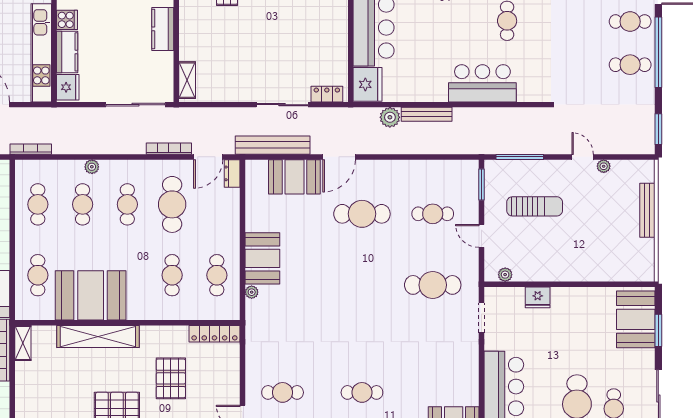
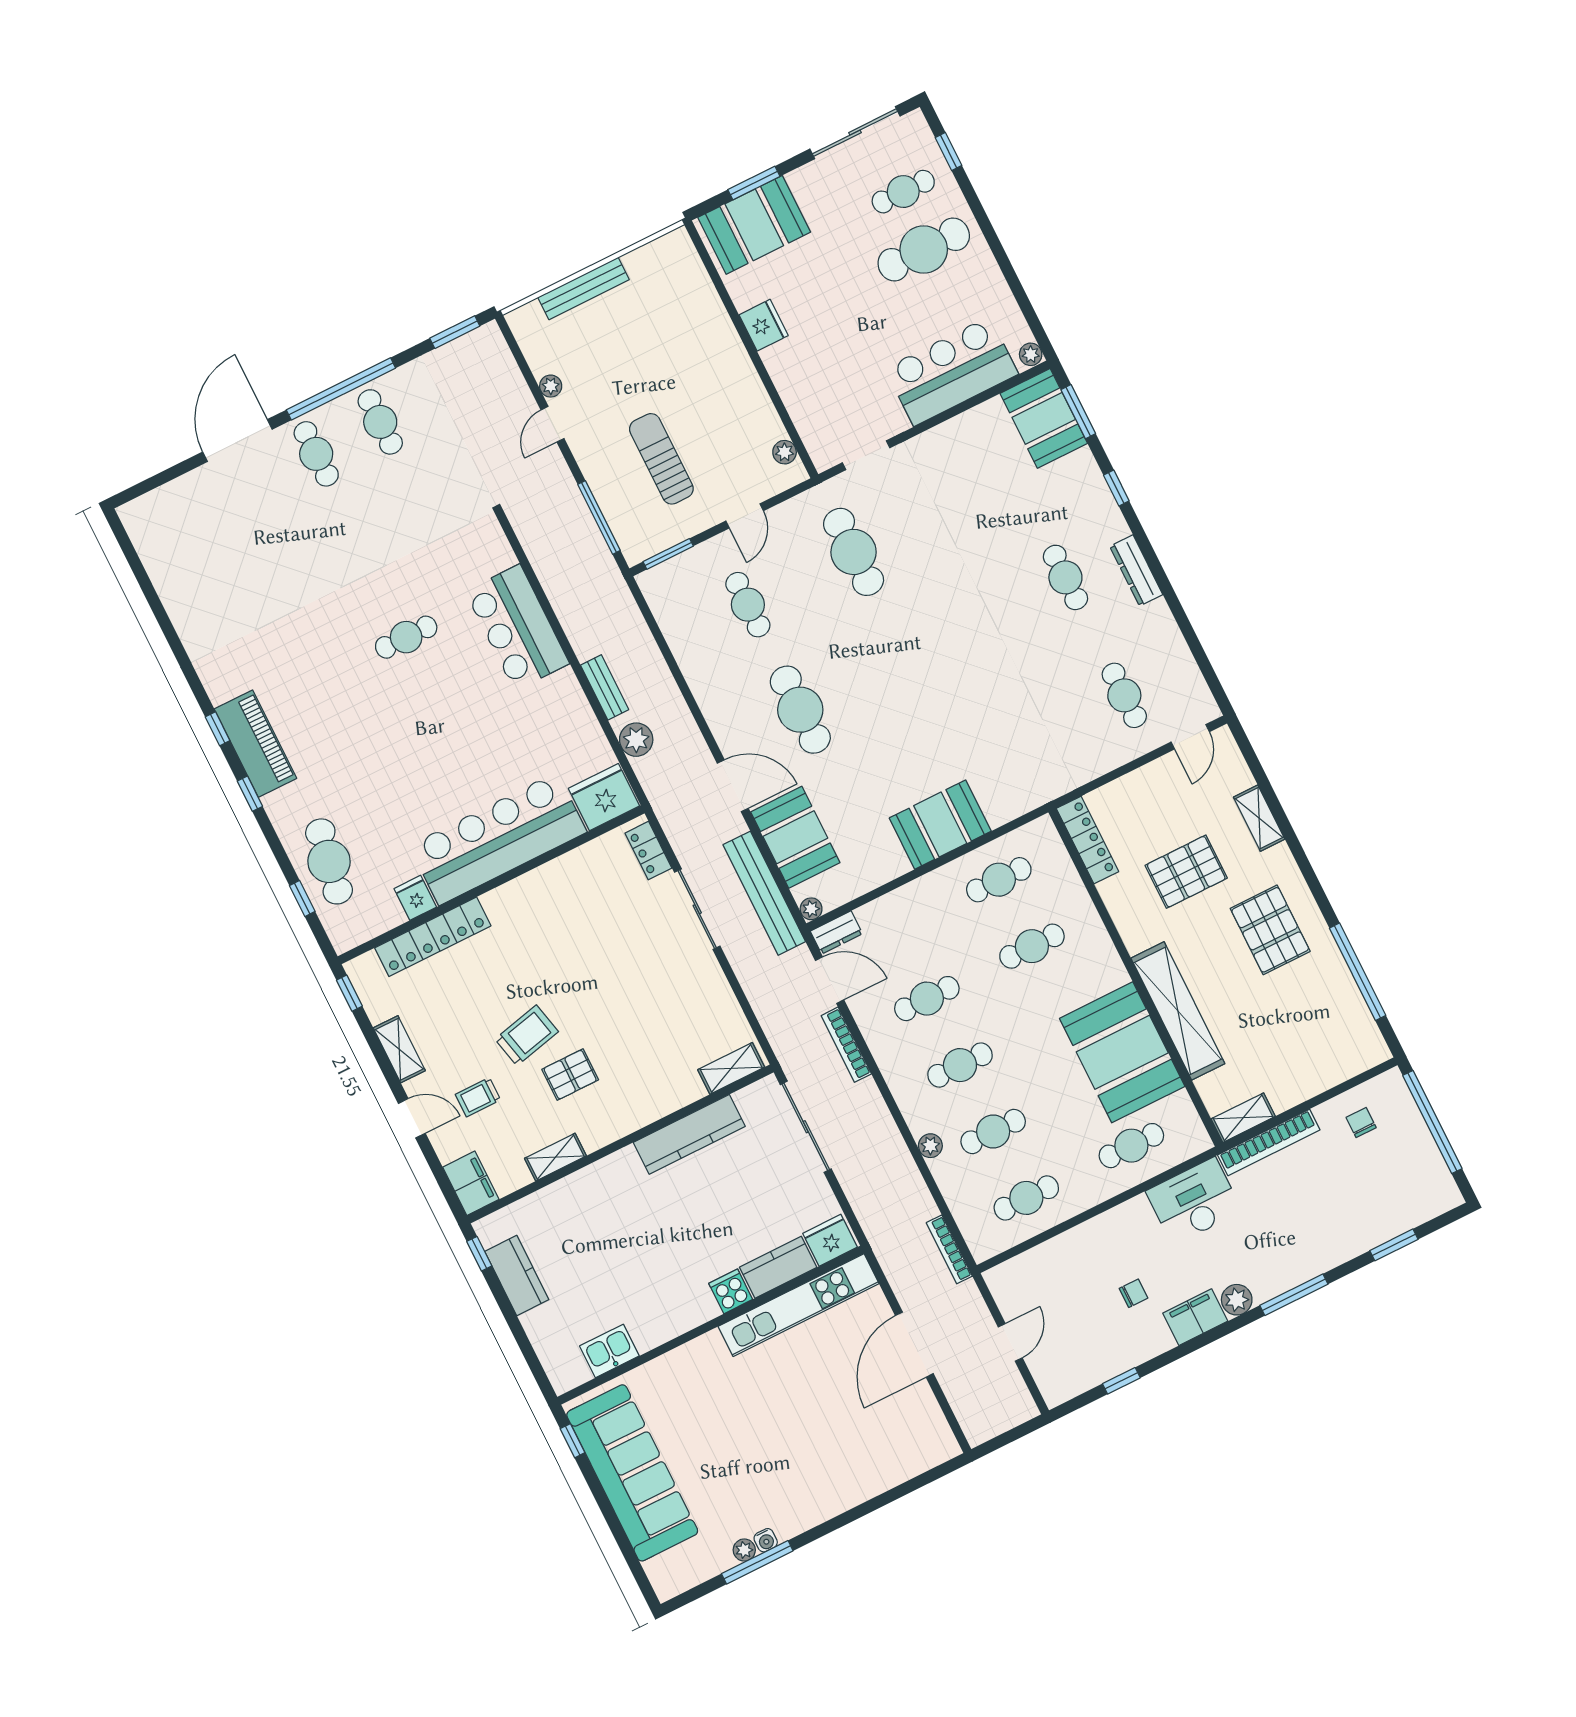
kitchen counter: (163, 29) -> (689, 1134), width x1.50
bench: (427, 114) -> (605, 687), width x0.73
cafe table: (172, 204) -> (927, 999), width x0.73, depth x0.74
plant: (252, 292) -> (811, 909), moved
fridge: (538, 297) -> (764, 325), moved

